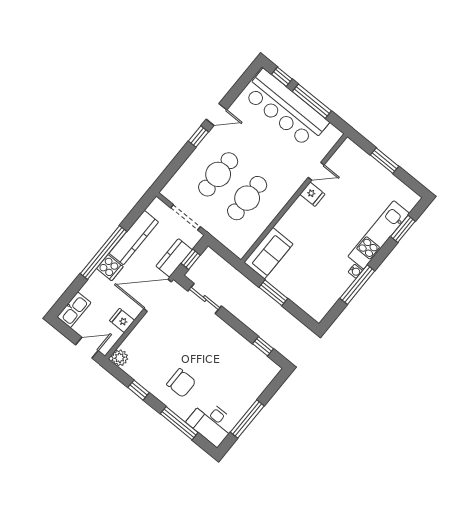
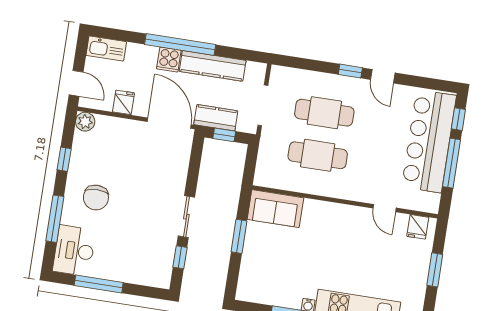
fridge: (312, 194) -> (418, 227), moved
sliding door: (205, 298) -> (186, 217), moved

